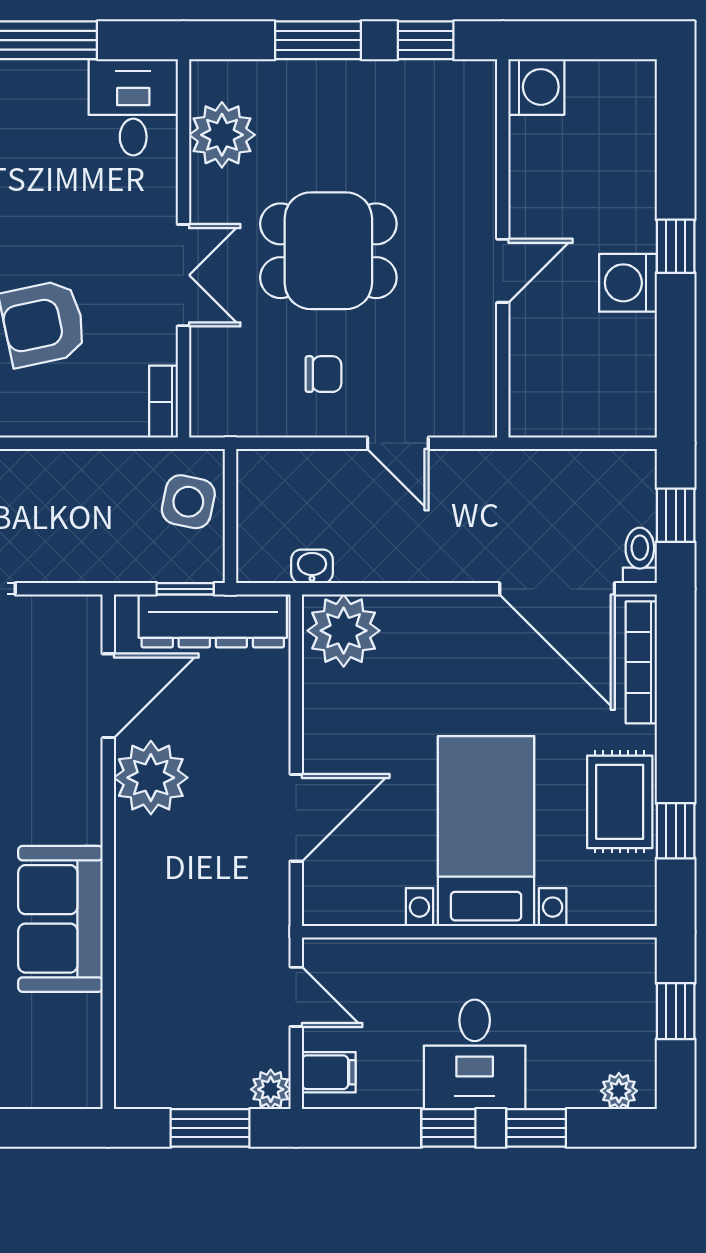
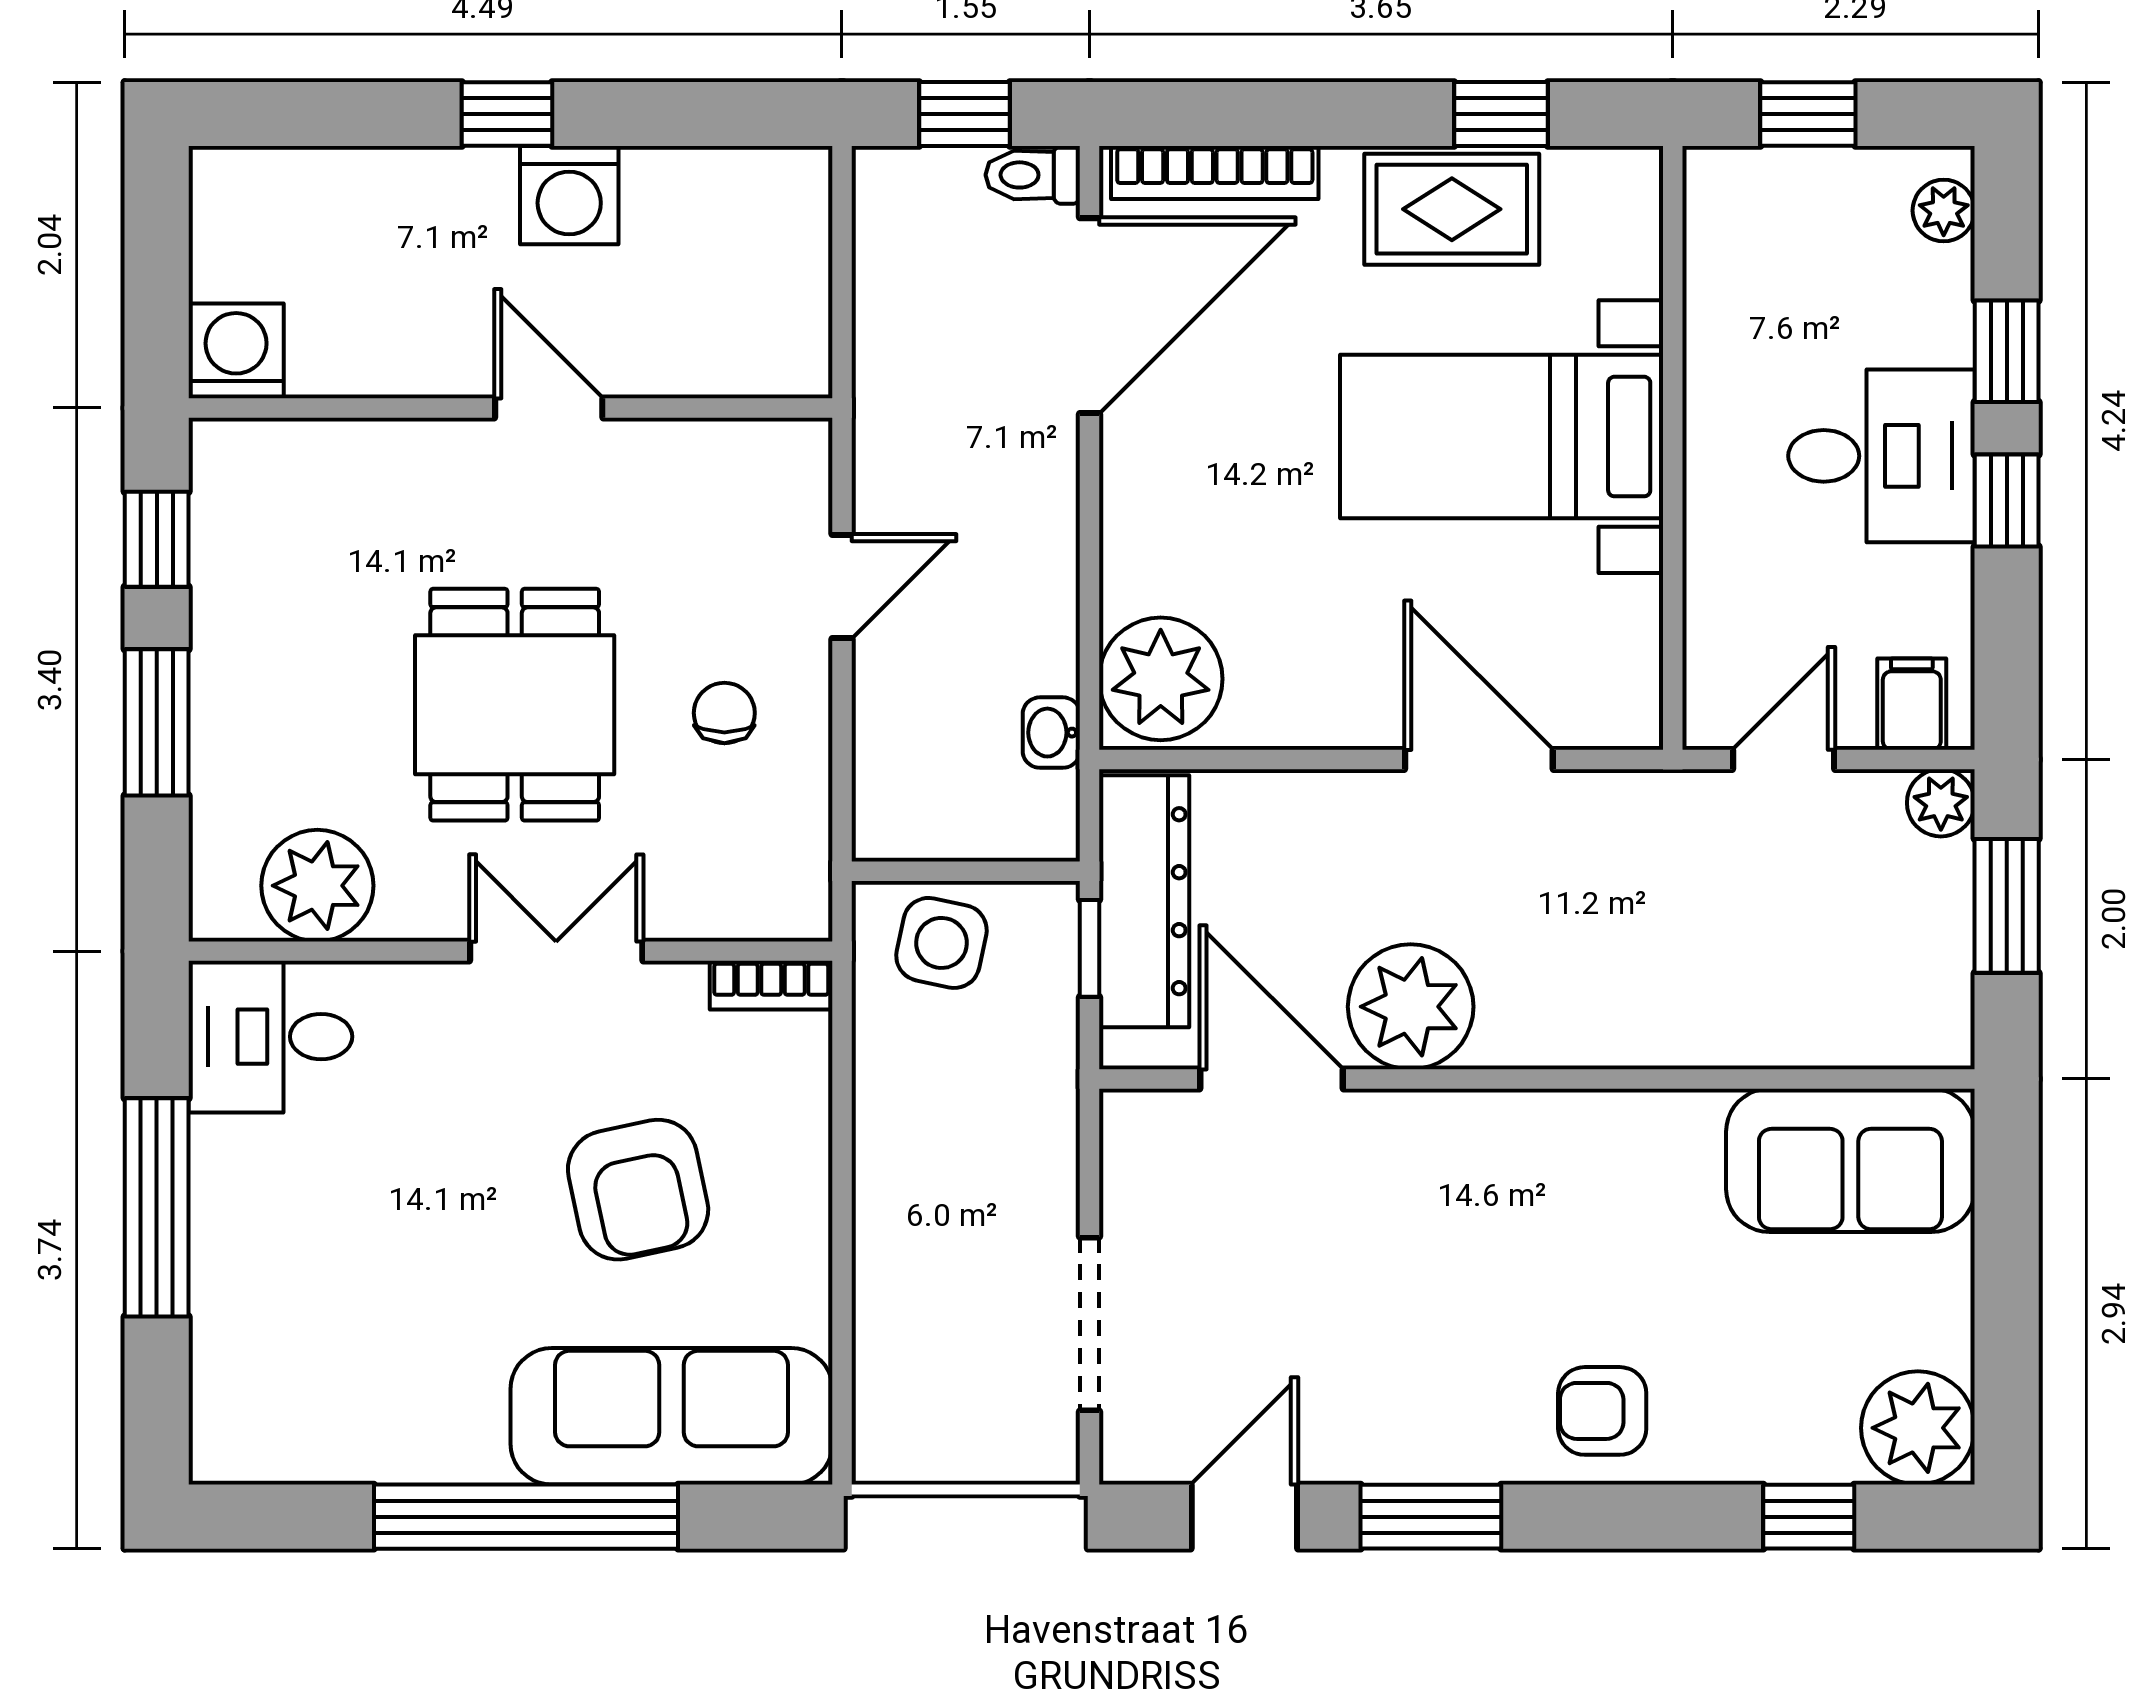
sofa: (60, 919) -> (1850, 1160), moved

